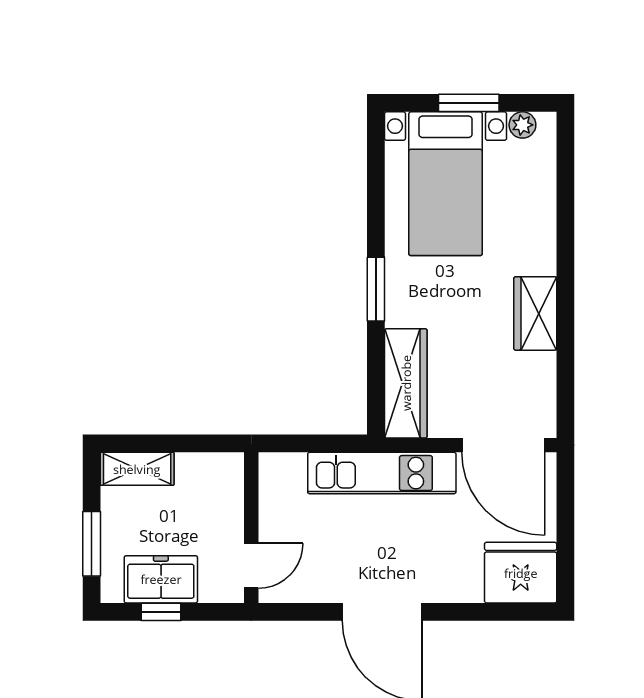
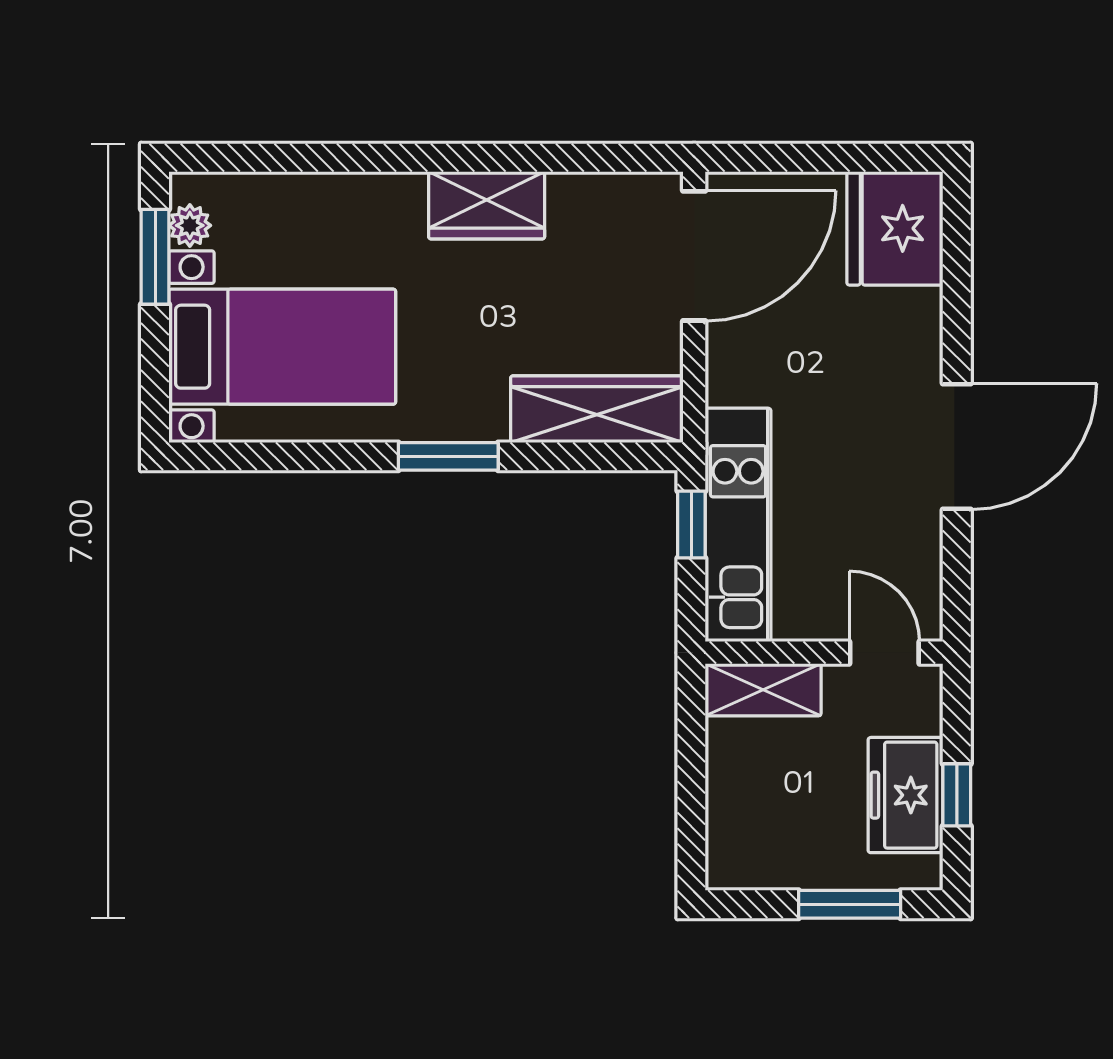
window: (469, 103) -> (155, 257), moved
window: (333, 443) -> (691, 524), added
shelving: (137, 469) -> (763, 690), moved, turned 90
kitchen unit: (382, 473) -> (738, 525), moved

